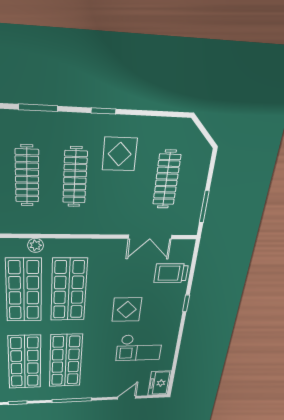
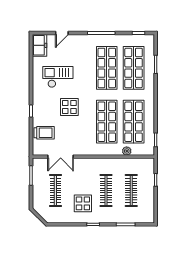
double door: (150, 237) -> (61, 157), swing flipped

